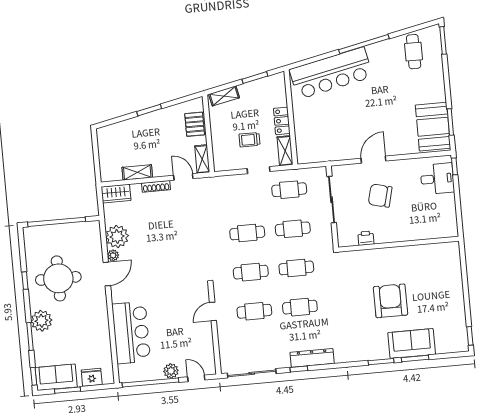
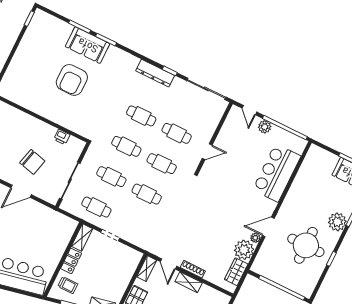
trolley: (250, 140) -> (68, 285), moved
shelving: (137, 172) -> (189, 282), moved
wardrobe: (116, 194) -> (236, 272), moved, turned -90
sofa: (412, 343) -> (88, 45), moved
fridge: (92, 377) -> (326, 158), removed

